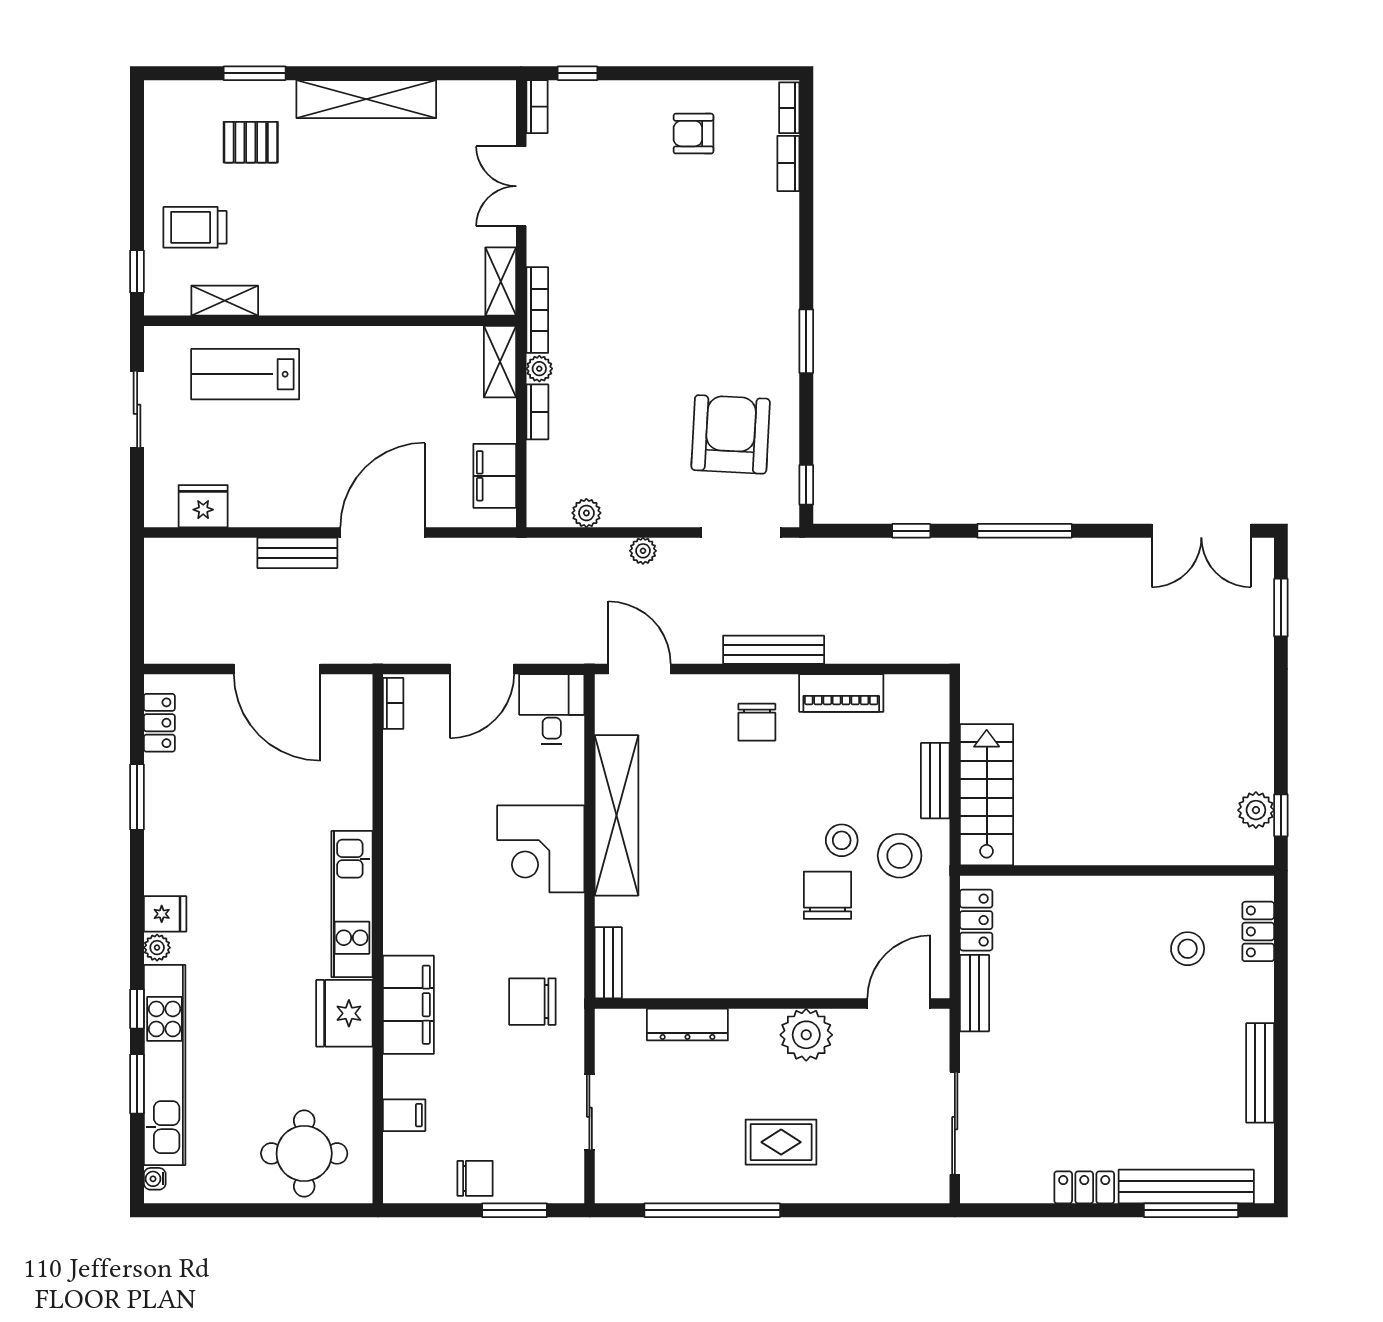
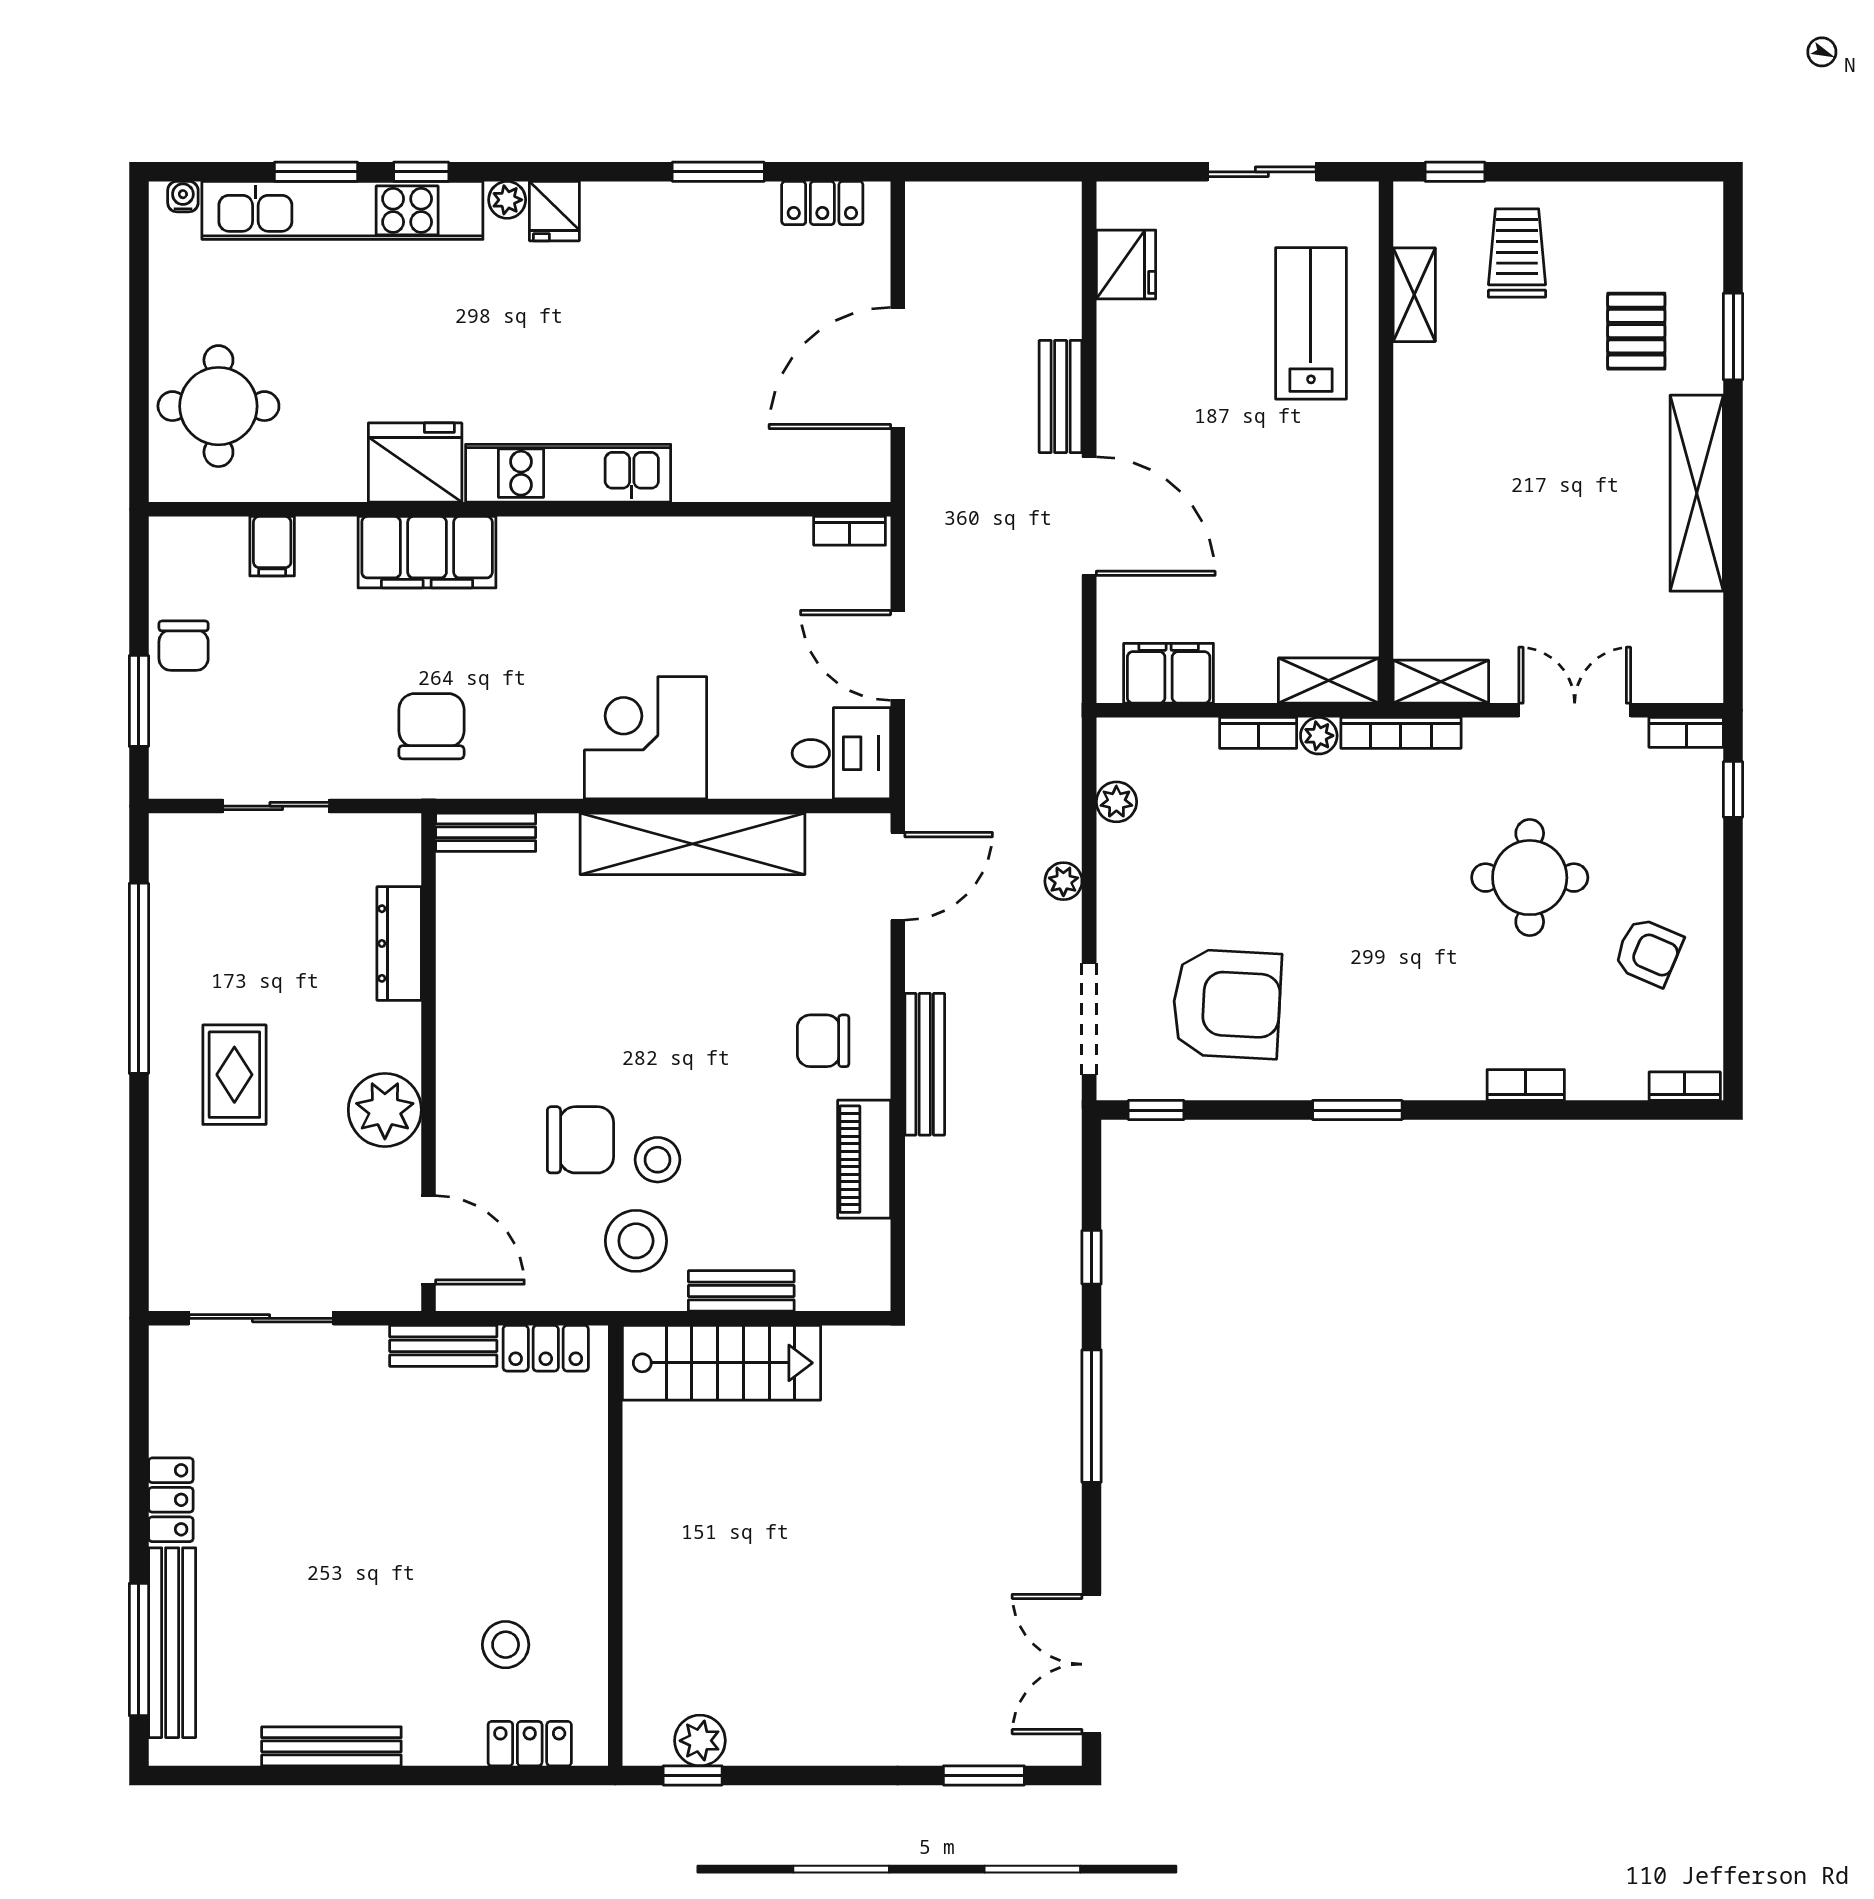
armchair: (693, 134) -> (1648, 952), turned 113
bookcase: (788, 163) -> (1526, 1085), moved
round table: (640, 218) -> (1530, 878), added

